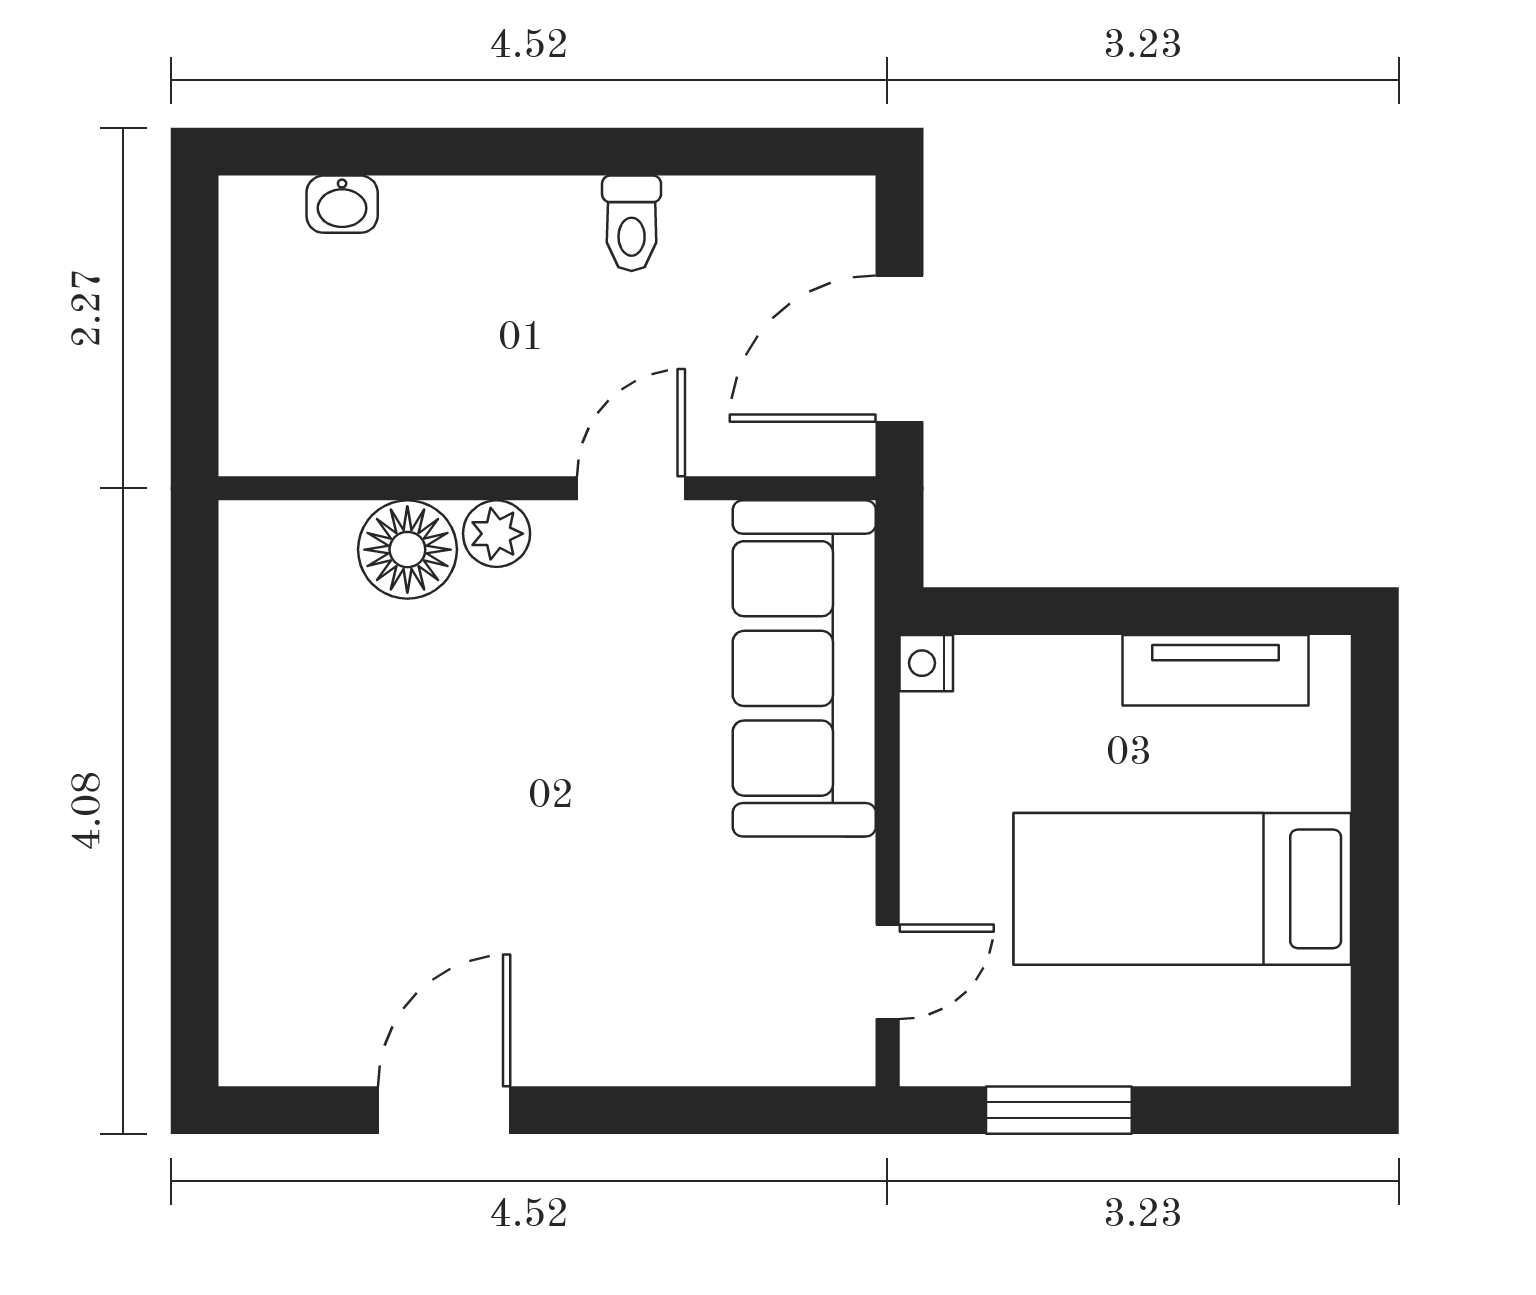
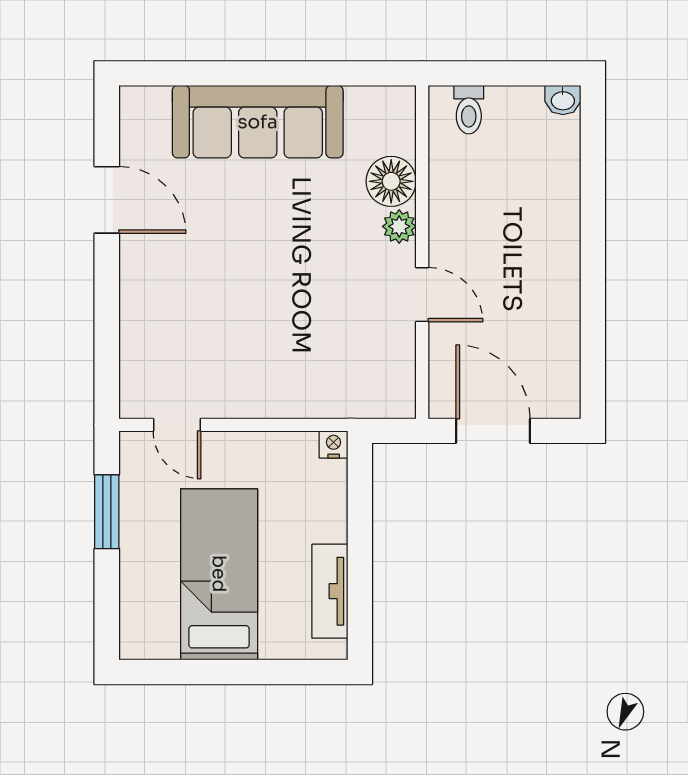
washbasin: (342, 204) -> (563, 100), moved, turned -90
toilet: (632, 223) -> (469, 110), moved, turned -90
sofa: (804, 668) -> (258, 122), moved, turned 180

